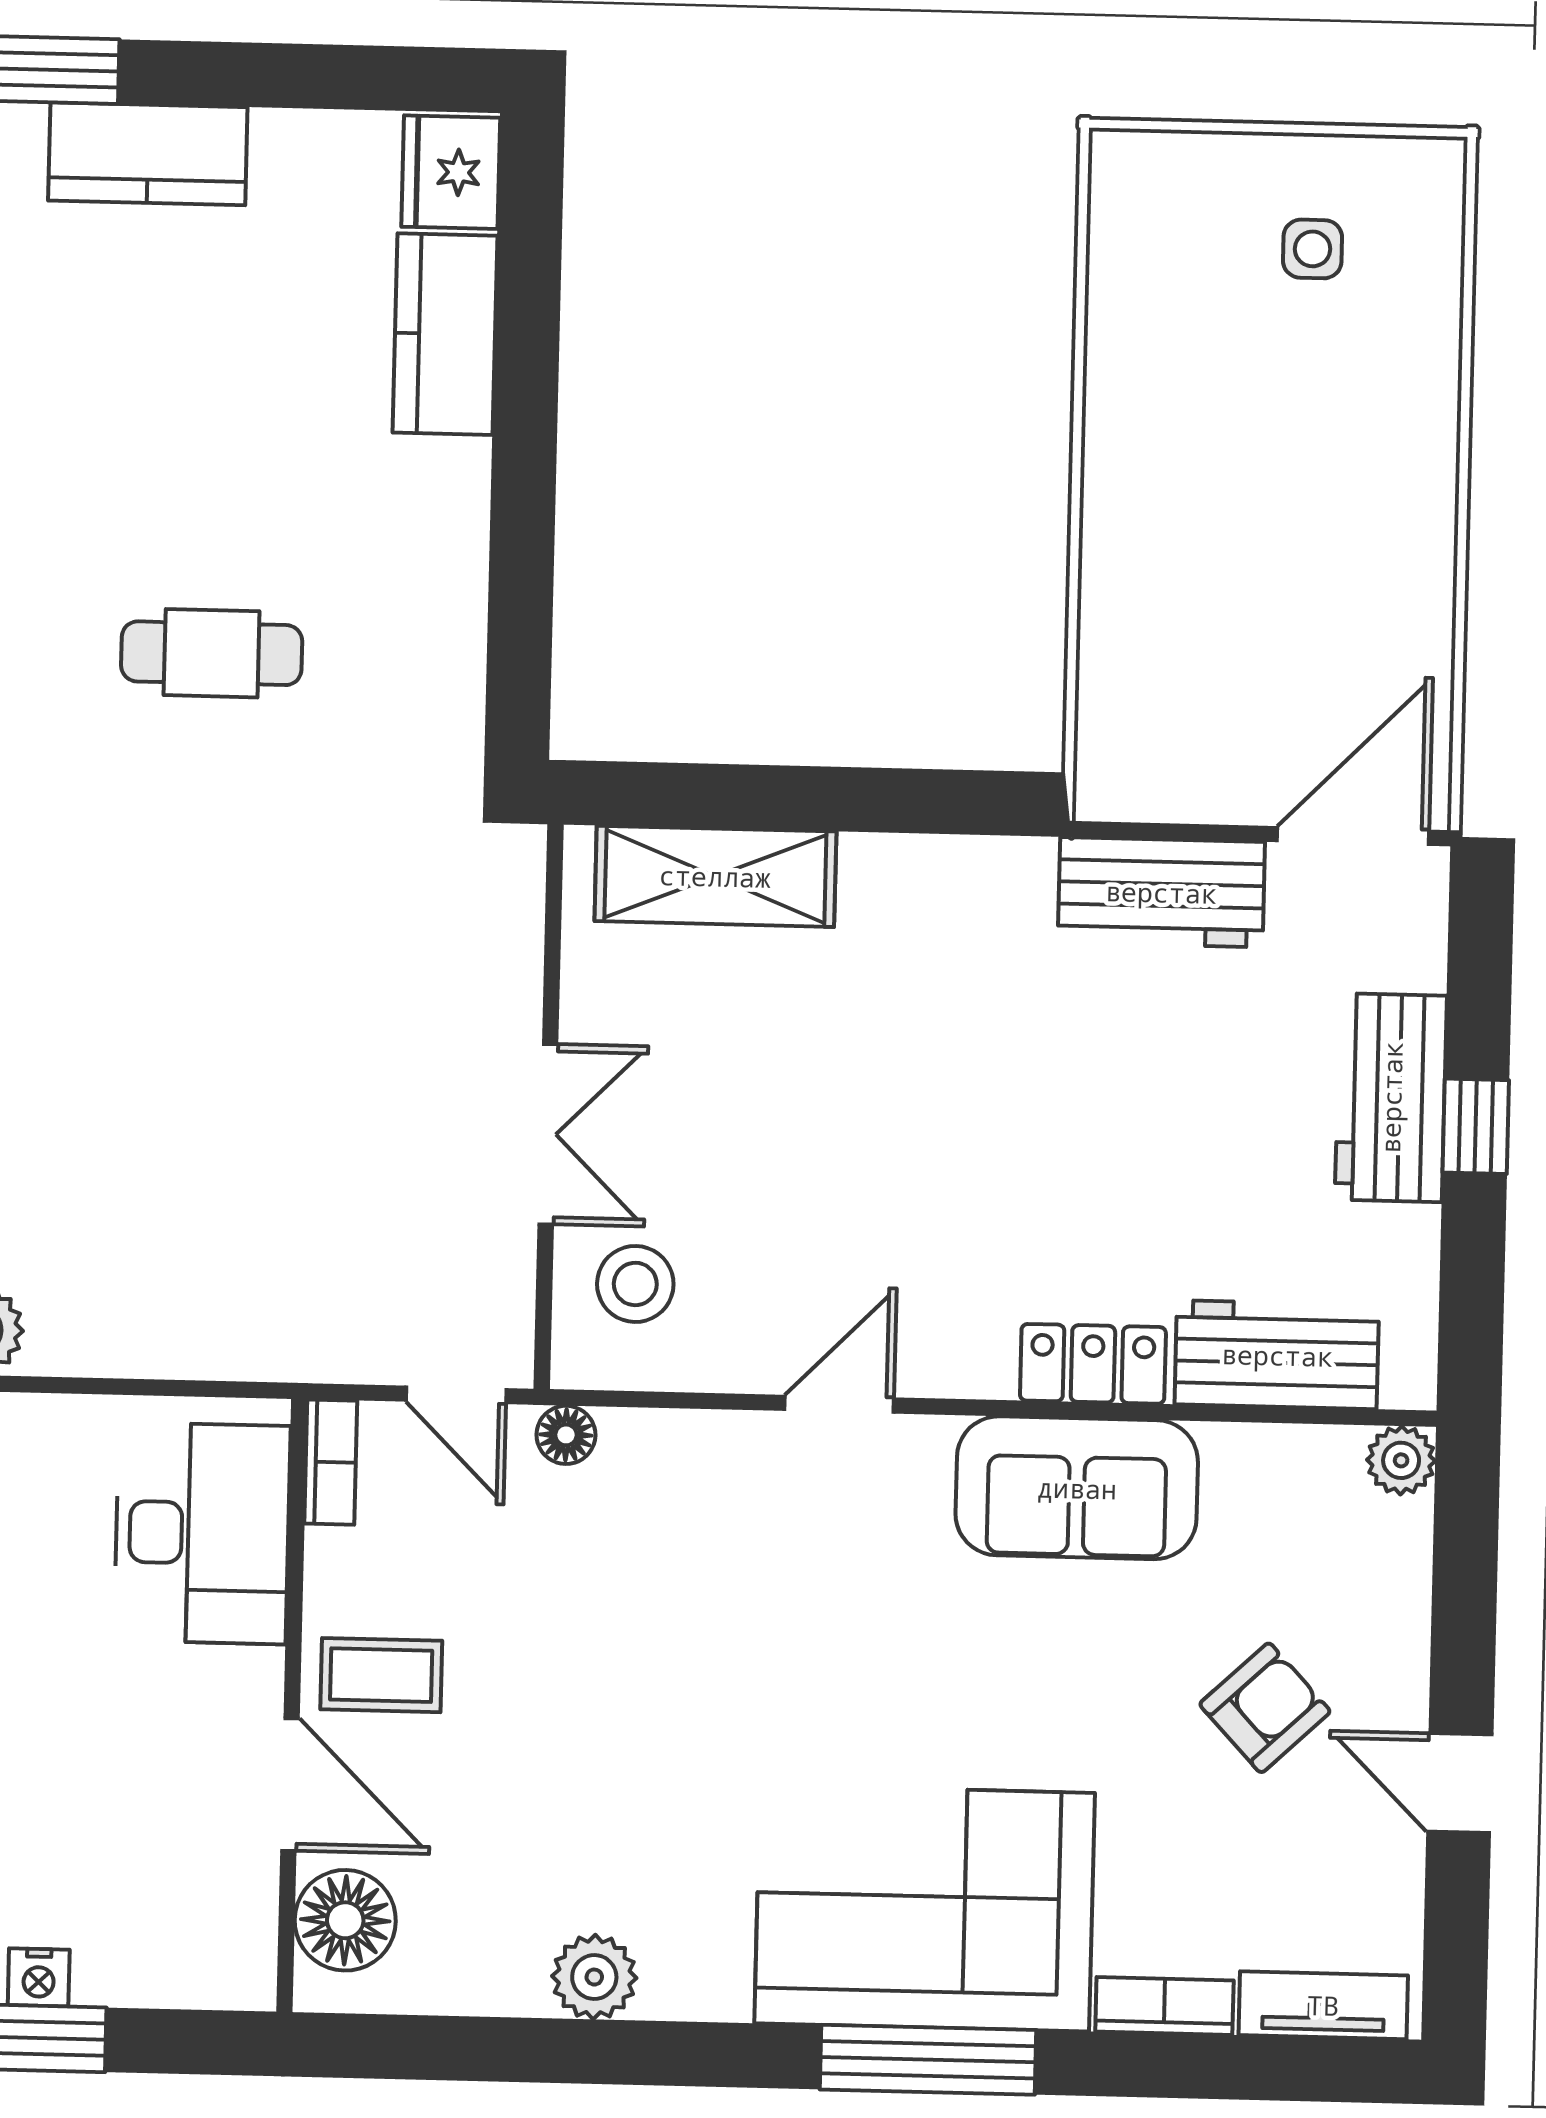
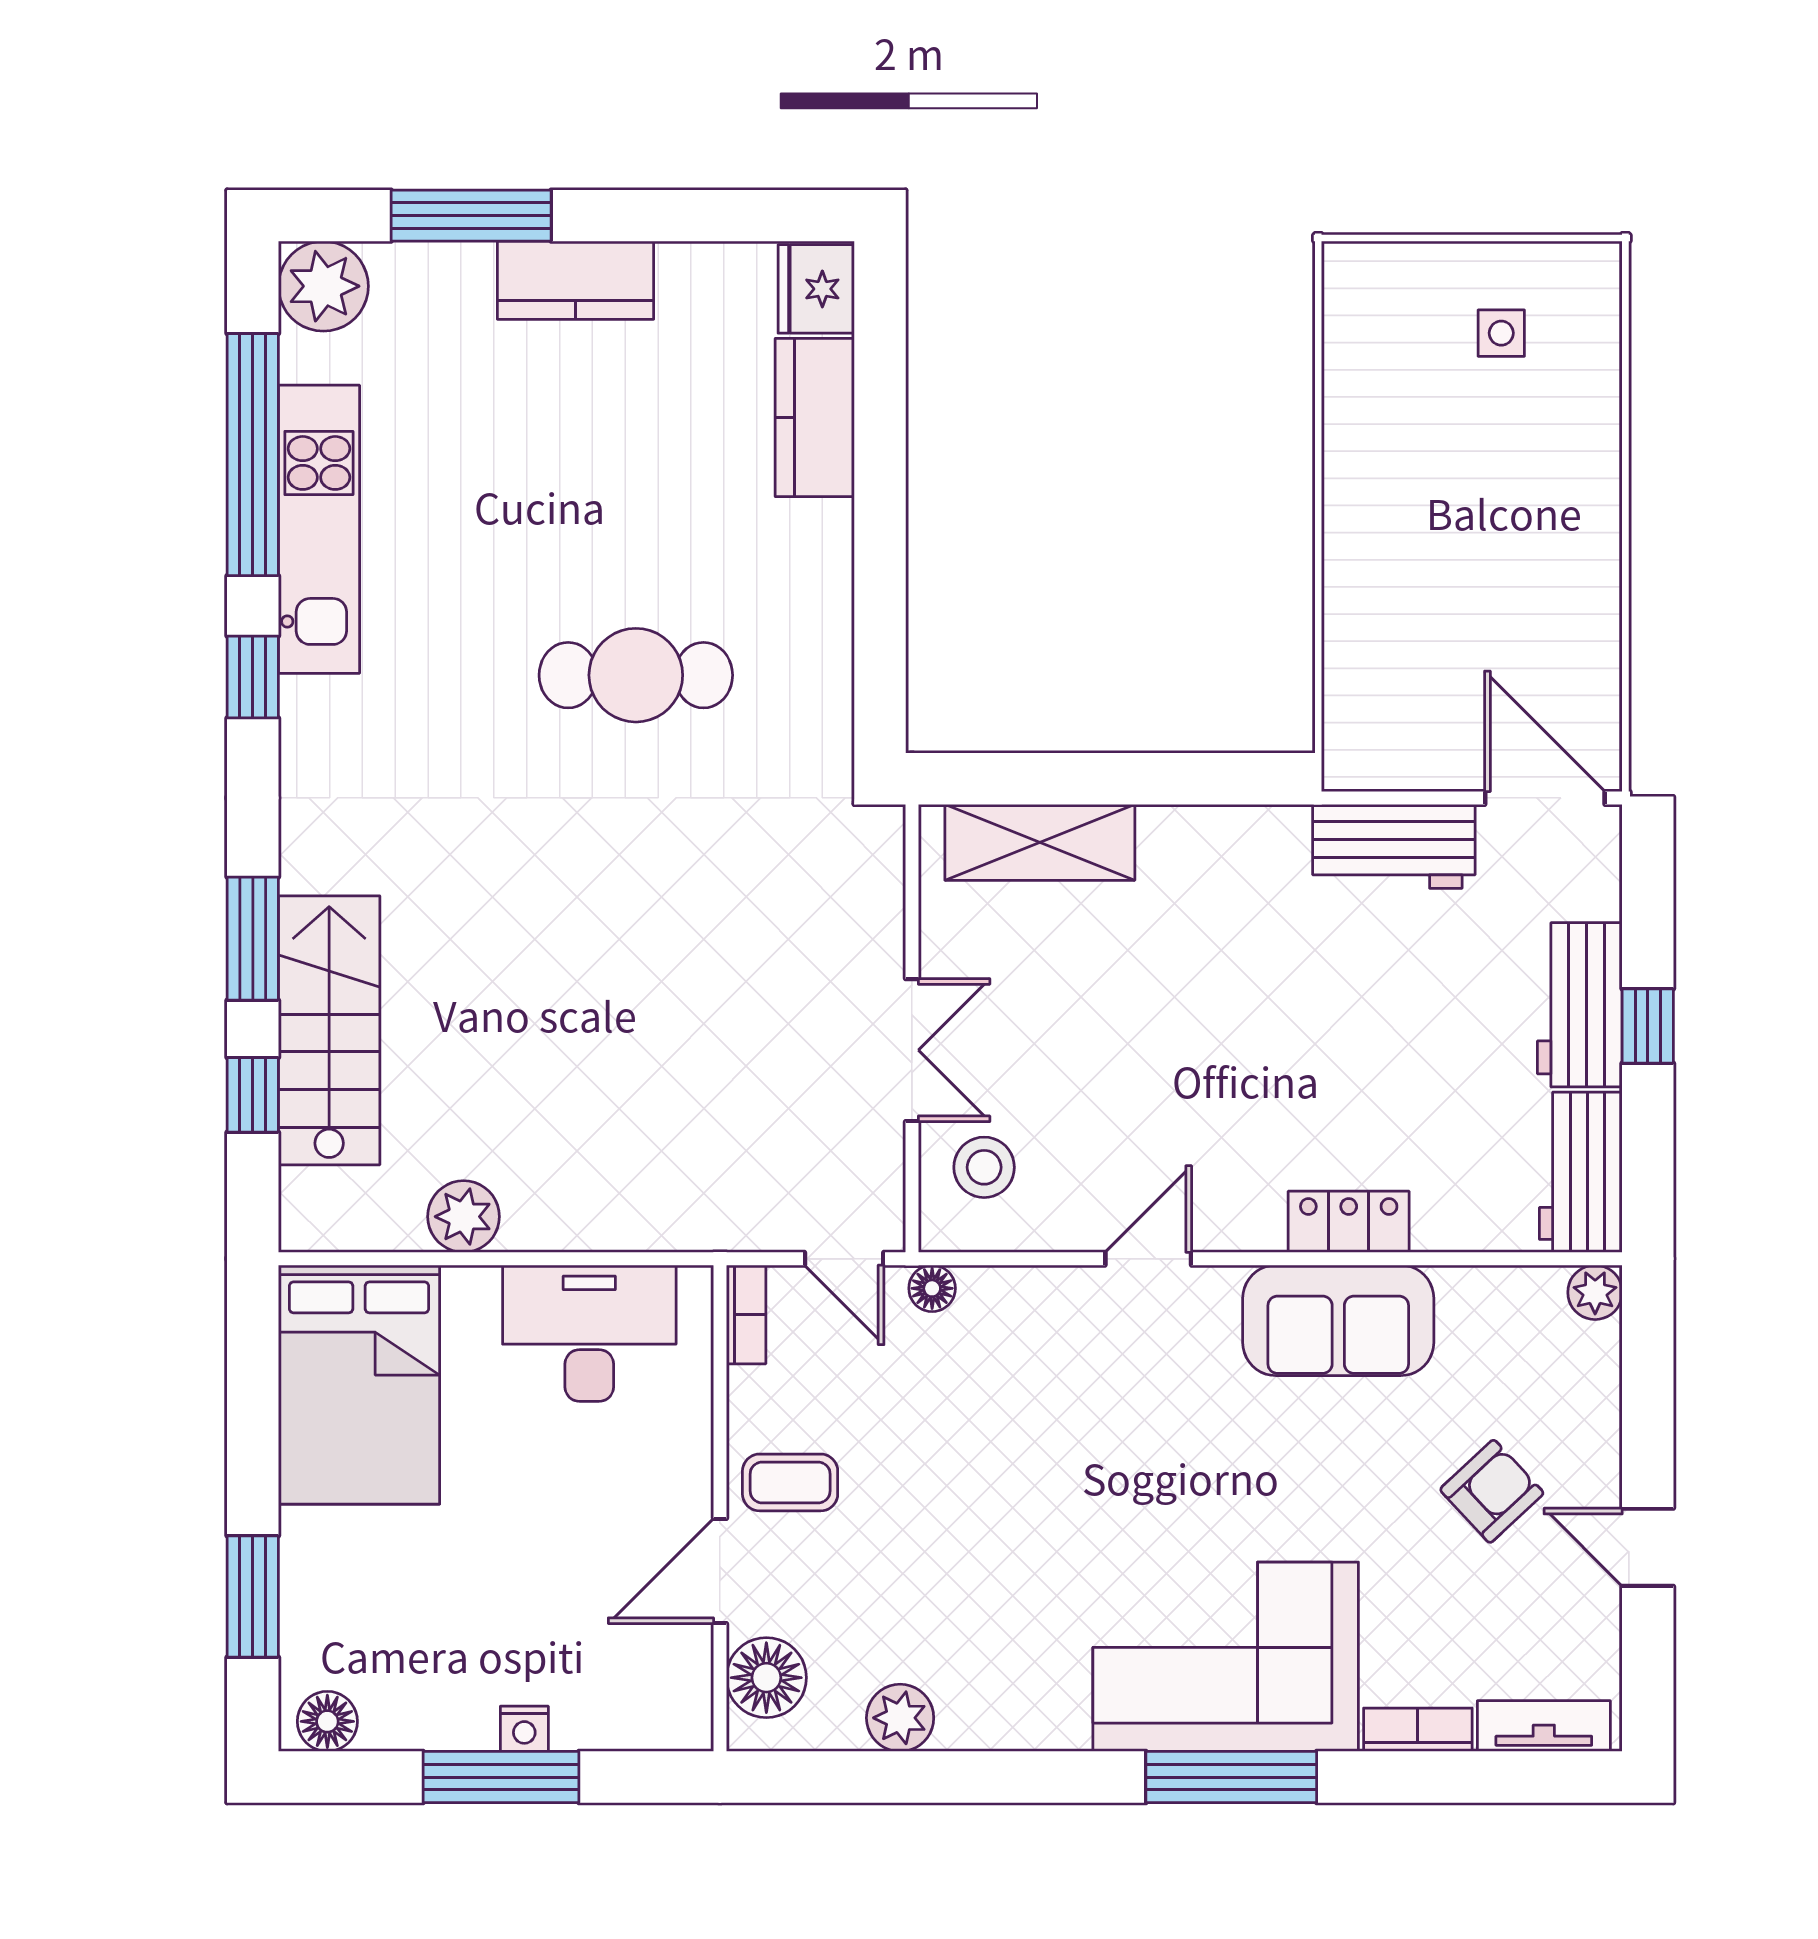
cafe table: (212, 653) -> (636, 675), width x1.37, depth x1.35
door: (1353, 836) -> (1545, 798), hinge flipped
workbench: (1277, 1355) -> (1581, 1172), moved, turned -90
desk: (202, 1533) -> (589, 1333), moved, turned -90
door: (290, 1784) -> (720, 1571), swing flipped
plant: (594, 1977) -> (900, 1718), moved

